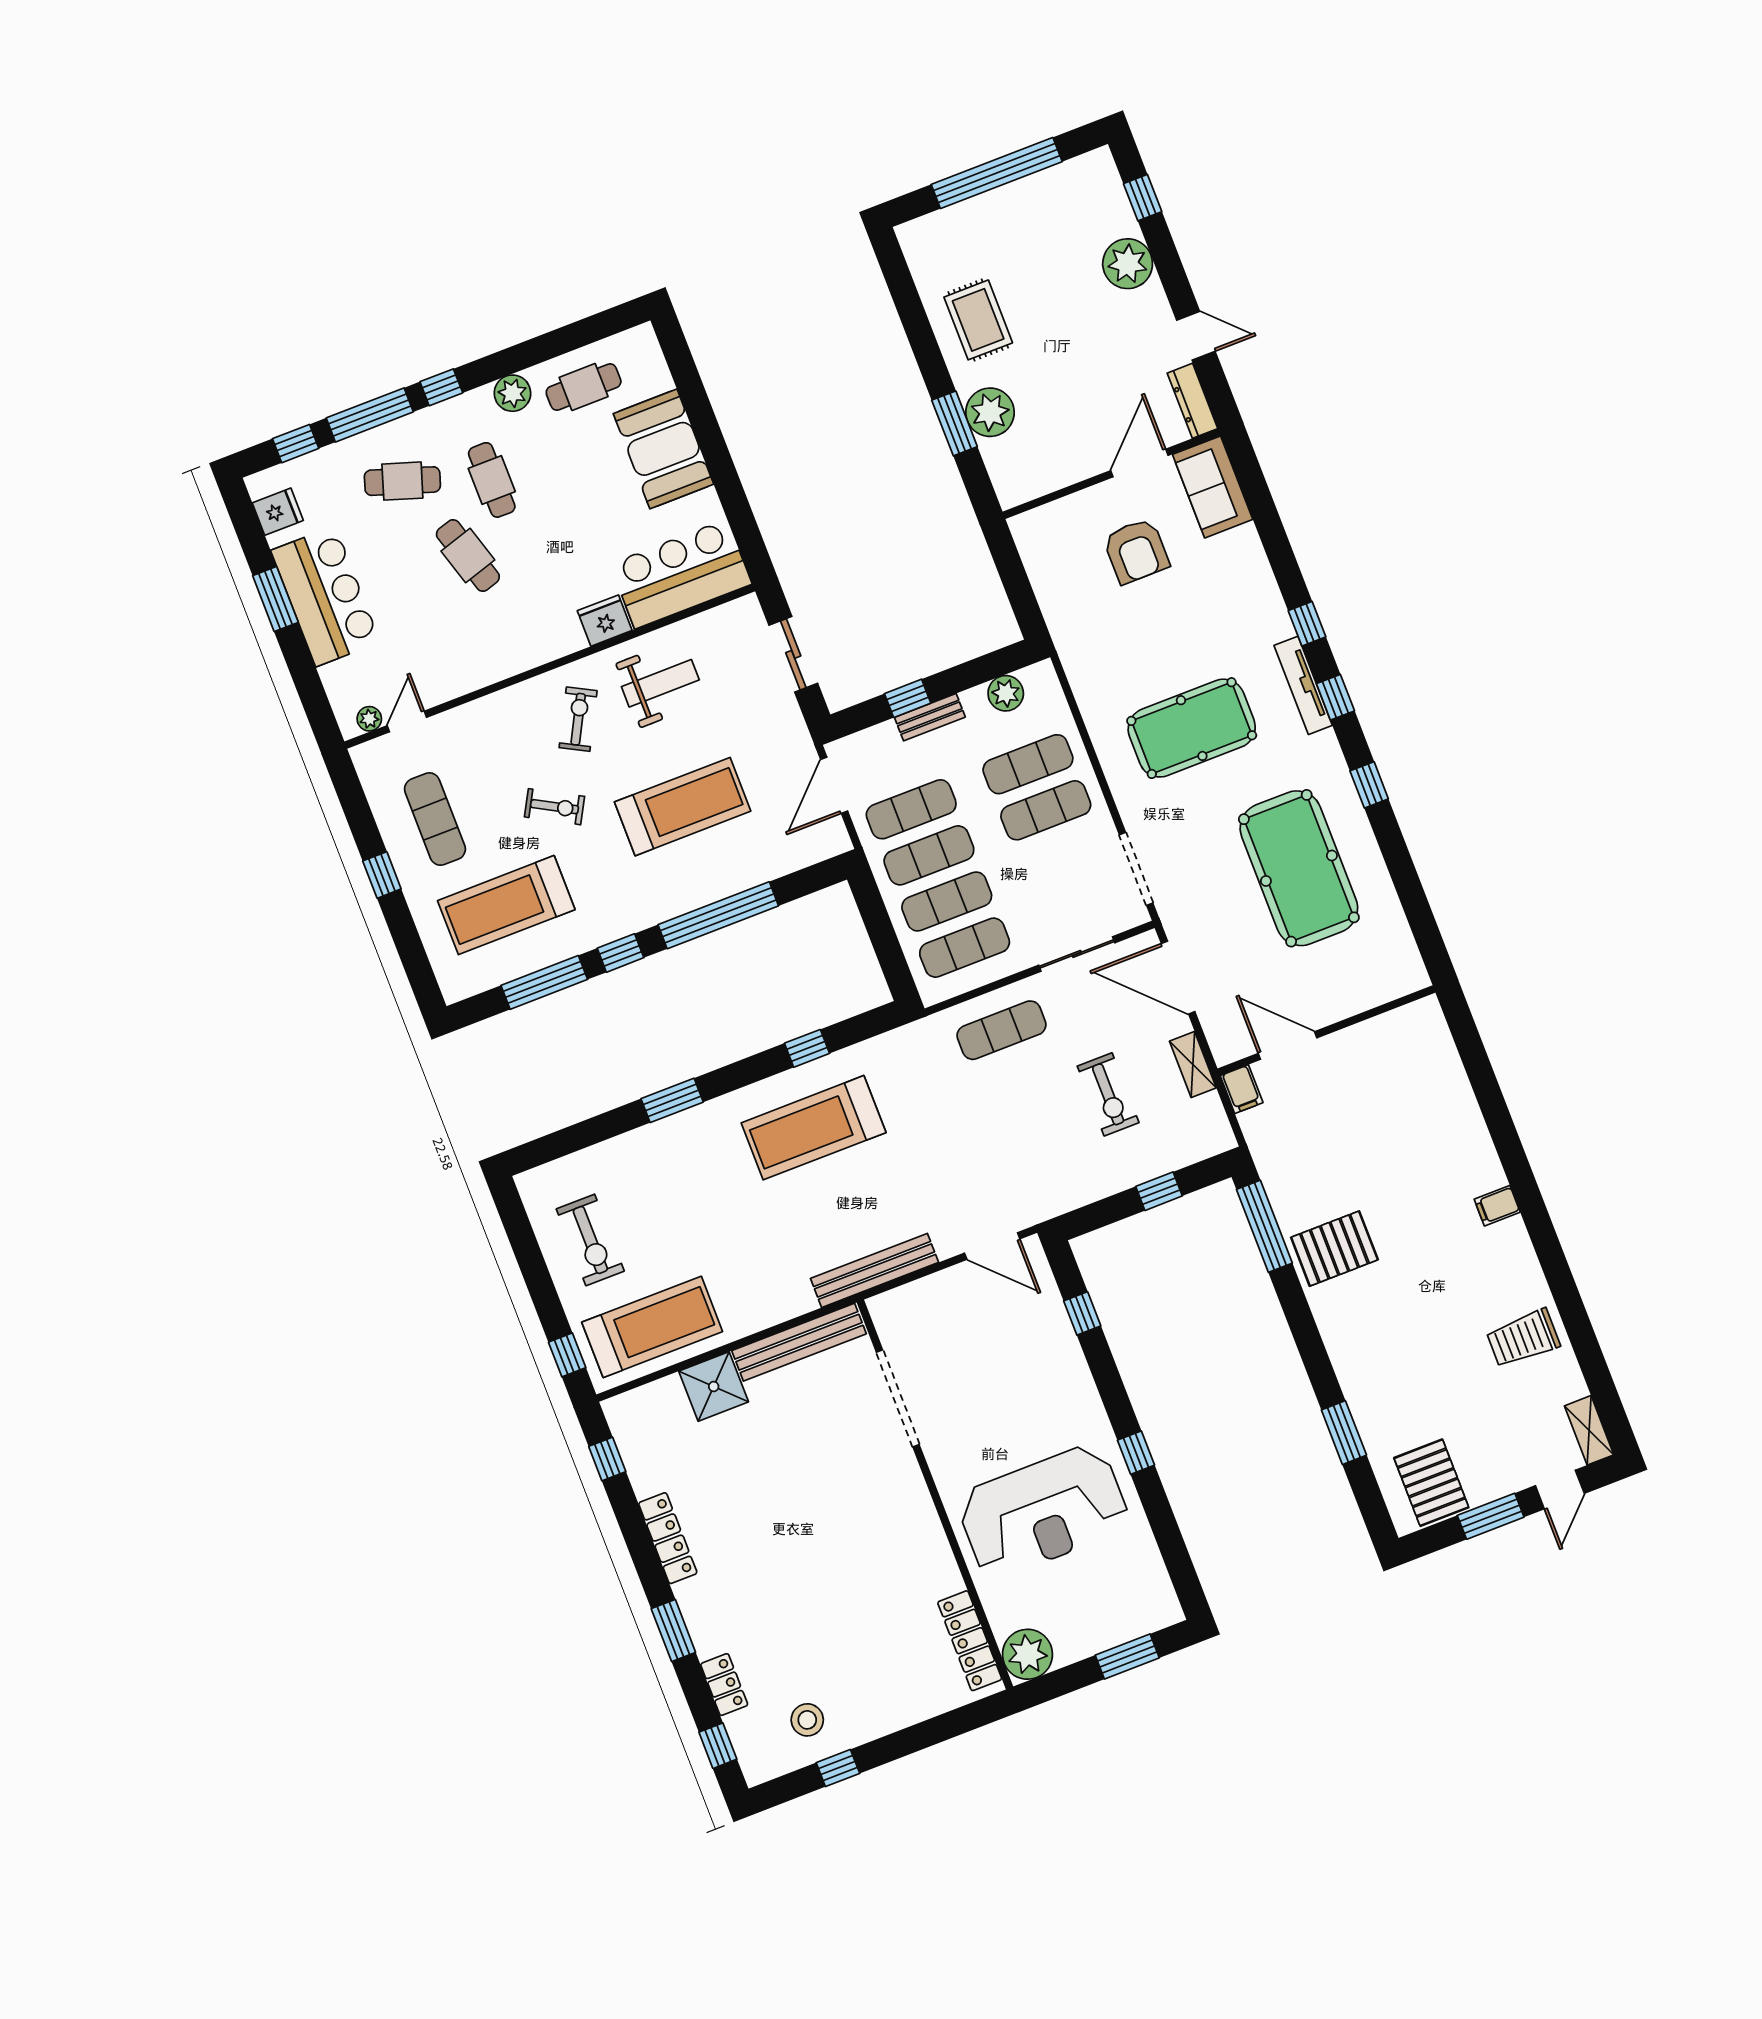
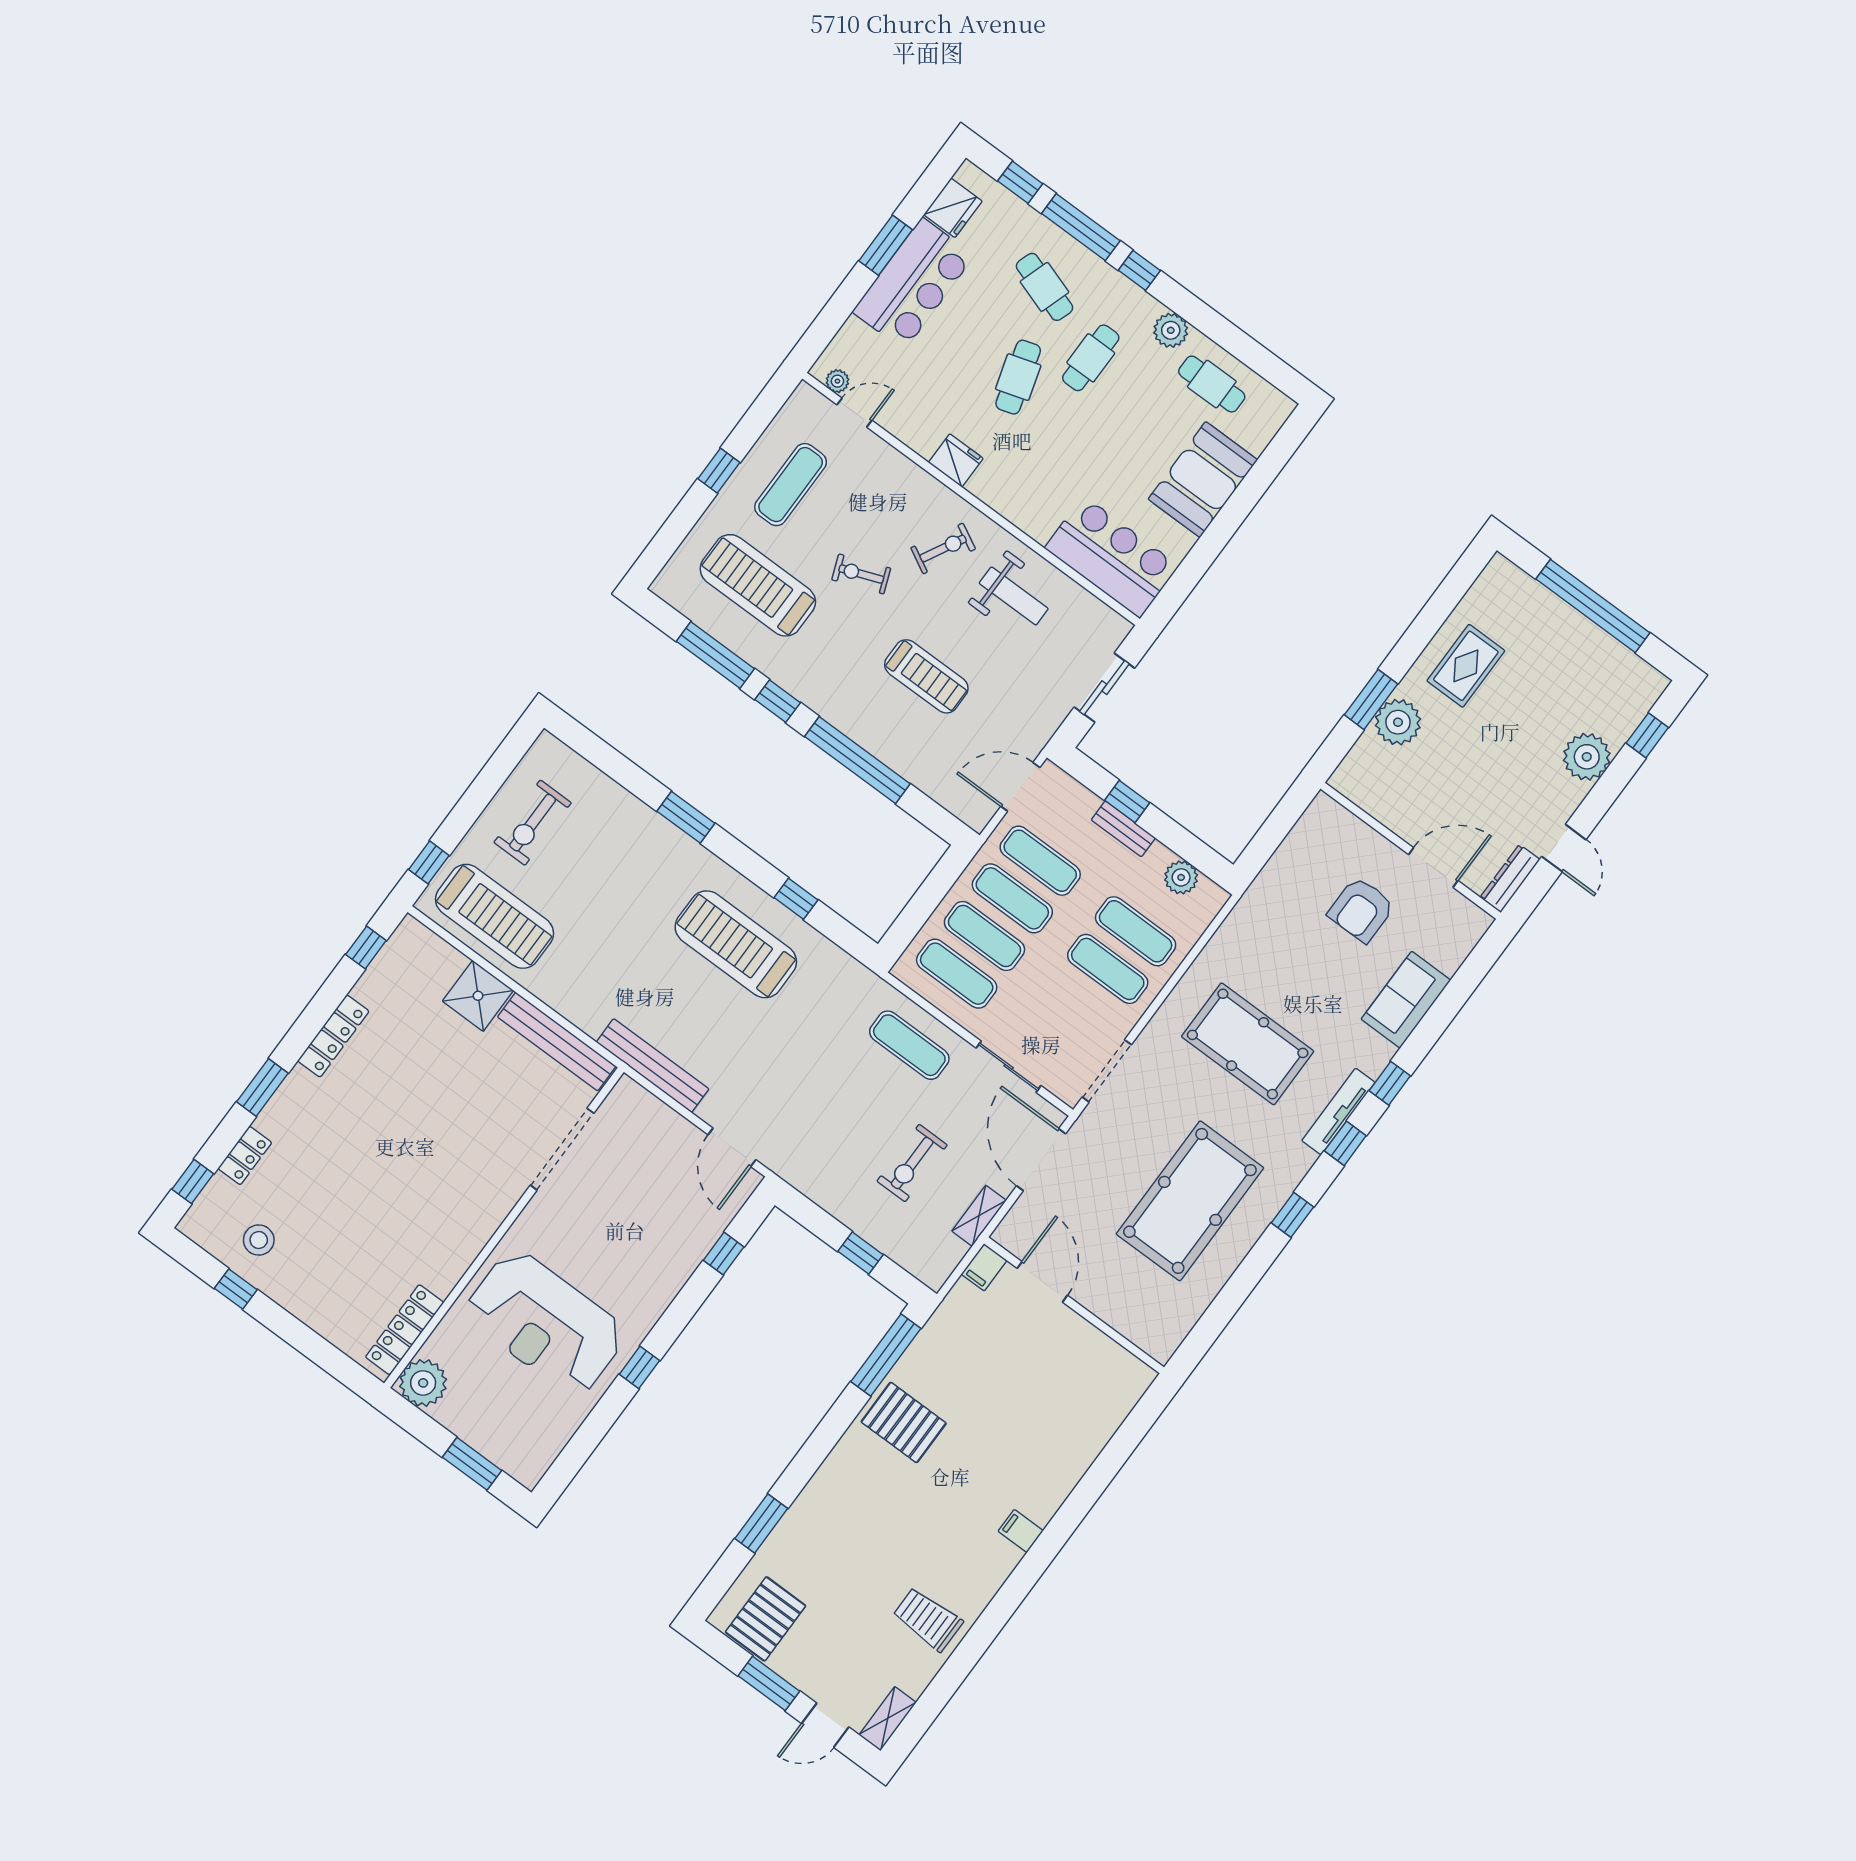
sofa: (1213, 487) -> (1406, 1000), moved
fridge: (278, 512) -> (953, 208), width x1.38
fridge: (605, 621) -> (956, 460), moved
exercise bike: (555, 807) -> (861, 574), turned 130
treadmill: (683, 807) -> (926, 676), width x0.73, depth x0.73

